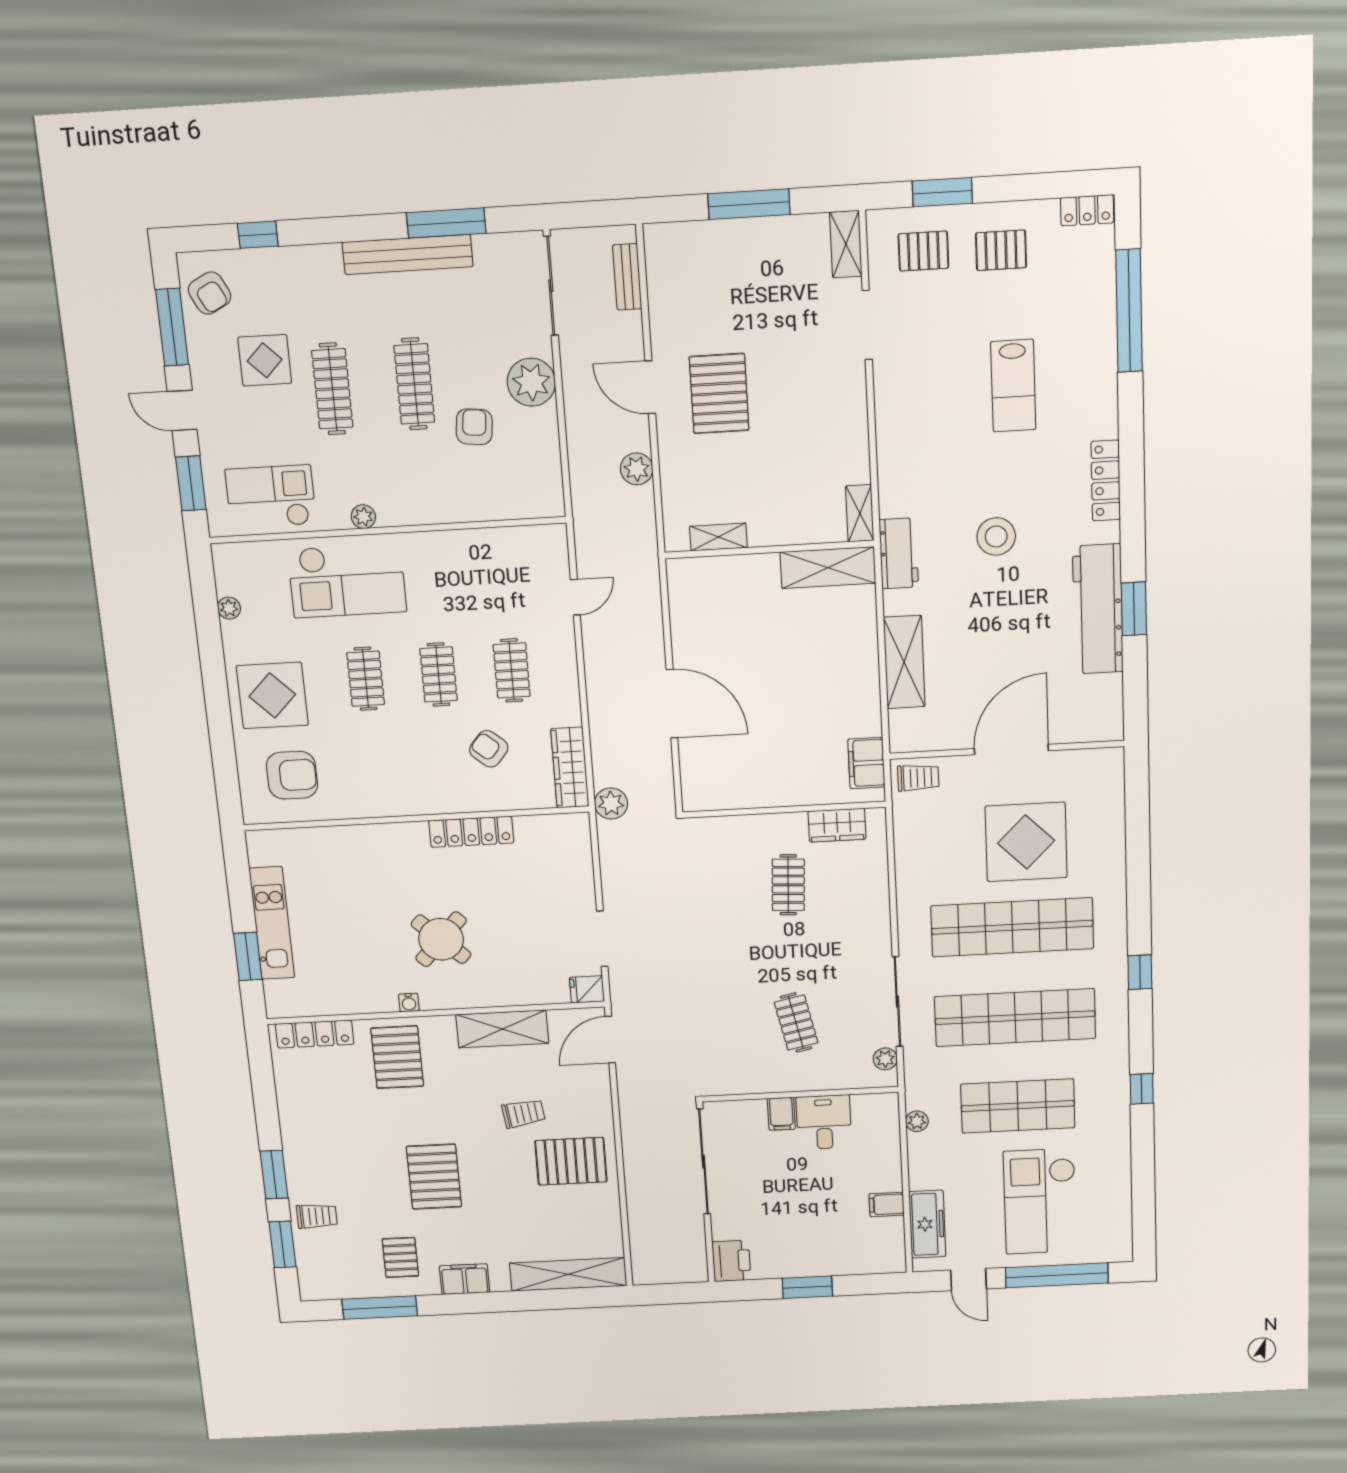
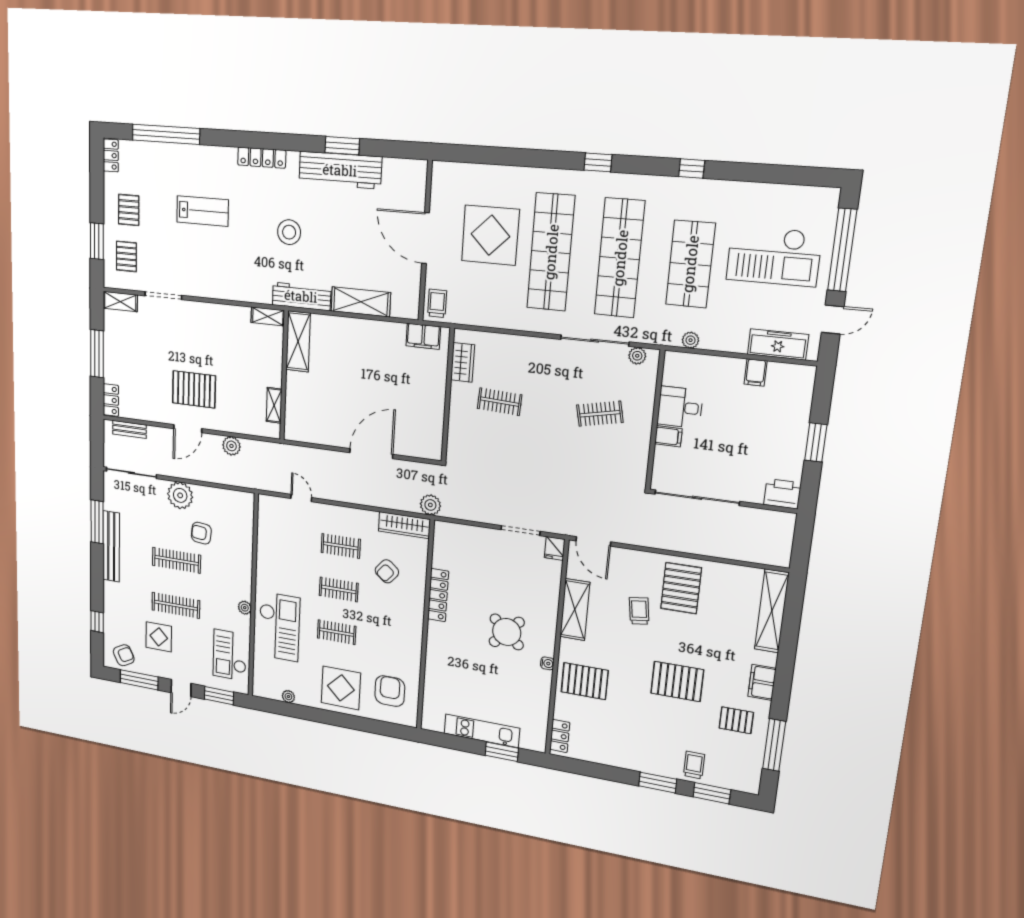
locker: (672, 237) -> (111, 400), added
workbench: (899, 553) -> (301, 296), width x1.38
locker: (315, 1034) -> (560, 736), width x0.66

